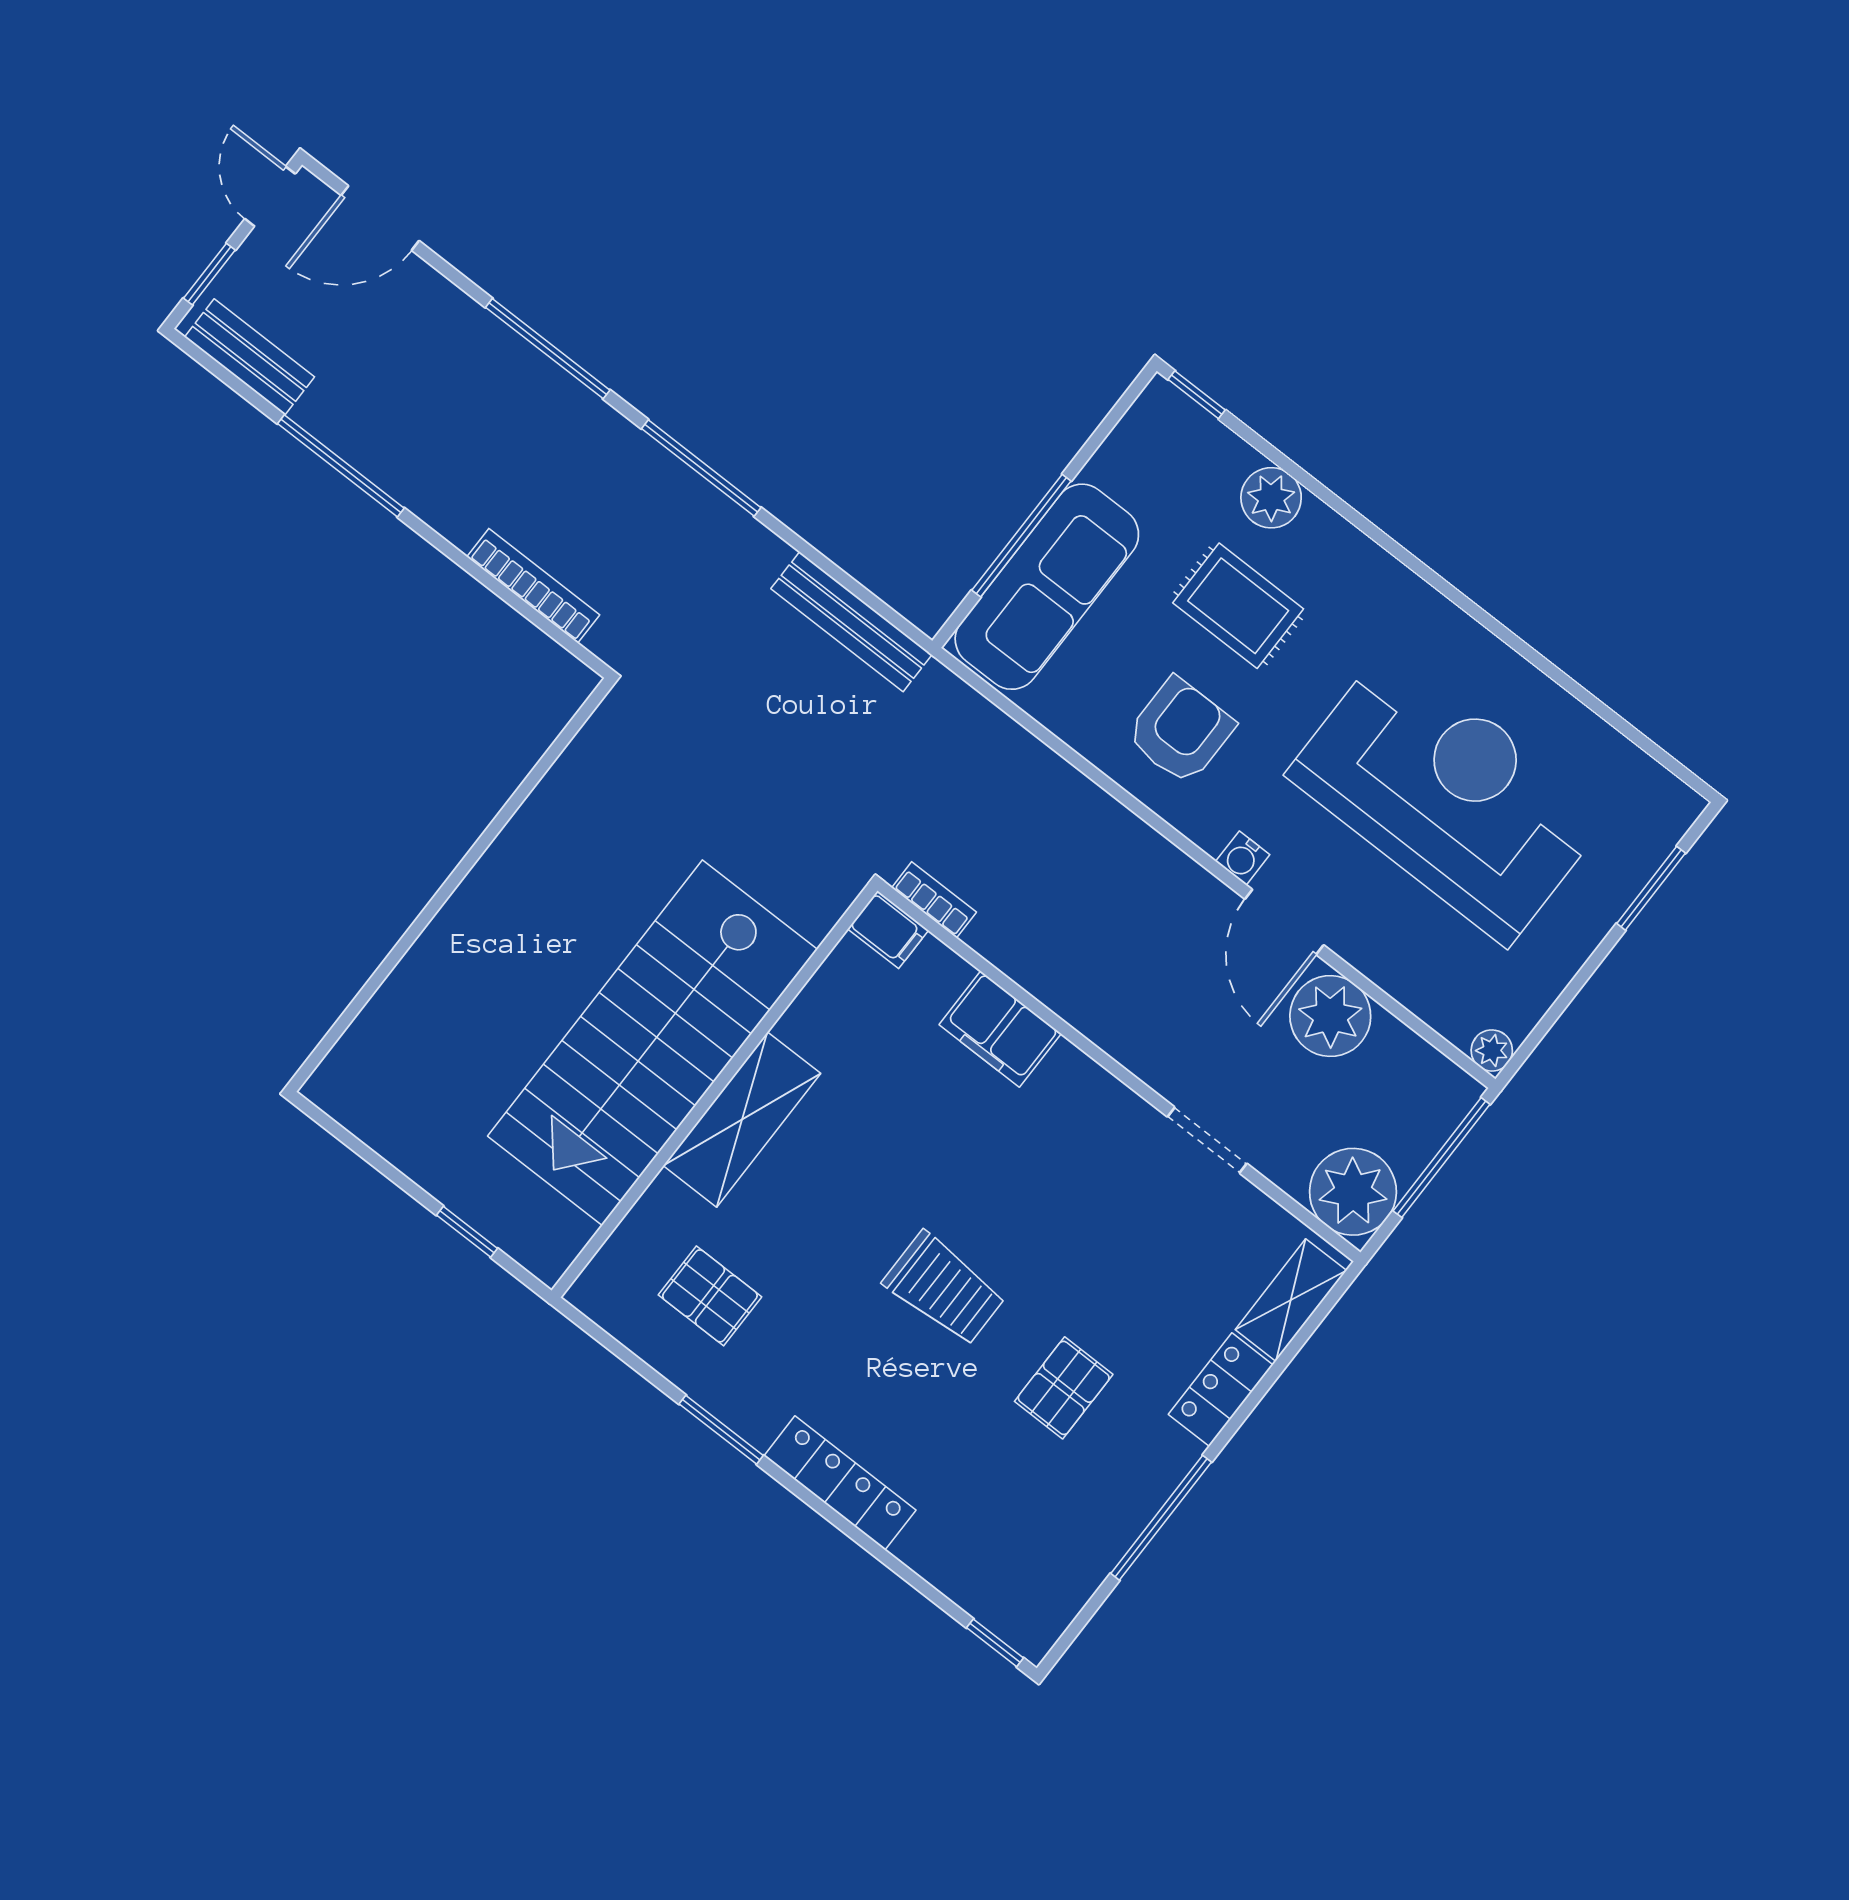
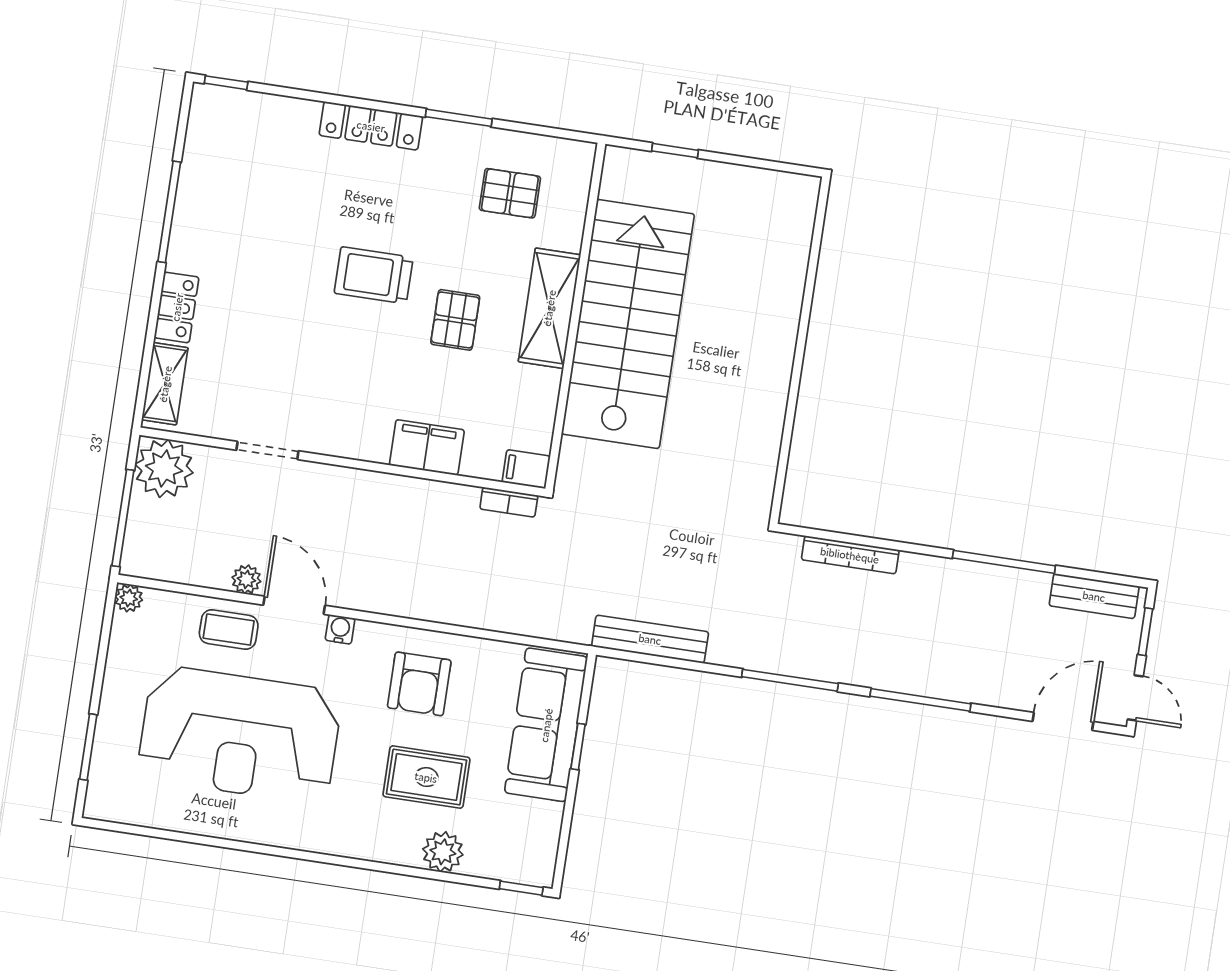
window: (1021, 536) -> (578, 747), width x0.46
coffee table: (1386, 938) -> (229, 629), added
plant: (1330, 1016) -> (246, 579), width x0.53, depth x0.53
pallet: (1064, 1388) -> (455, 320), moved

